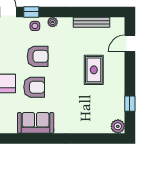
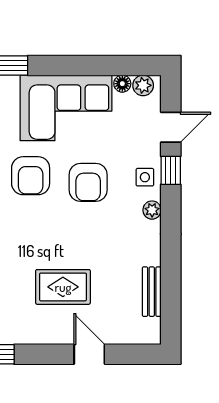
bench: (92, 22) -> (152, 292), width x0.73
door: (130, 43) -> (89, 354), moved

